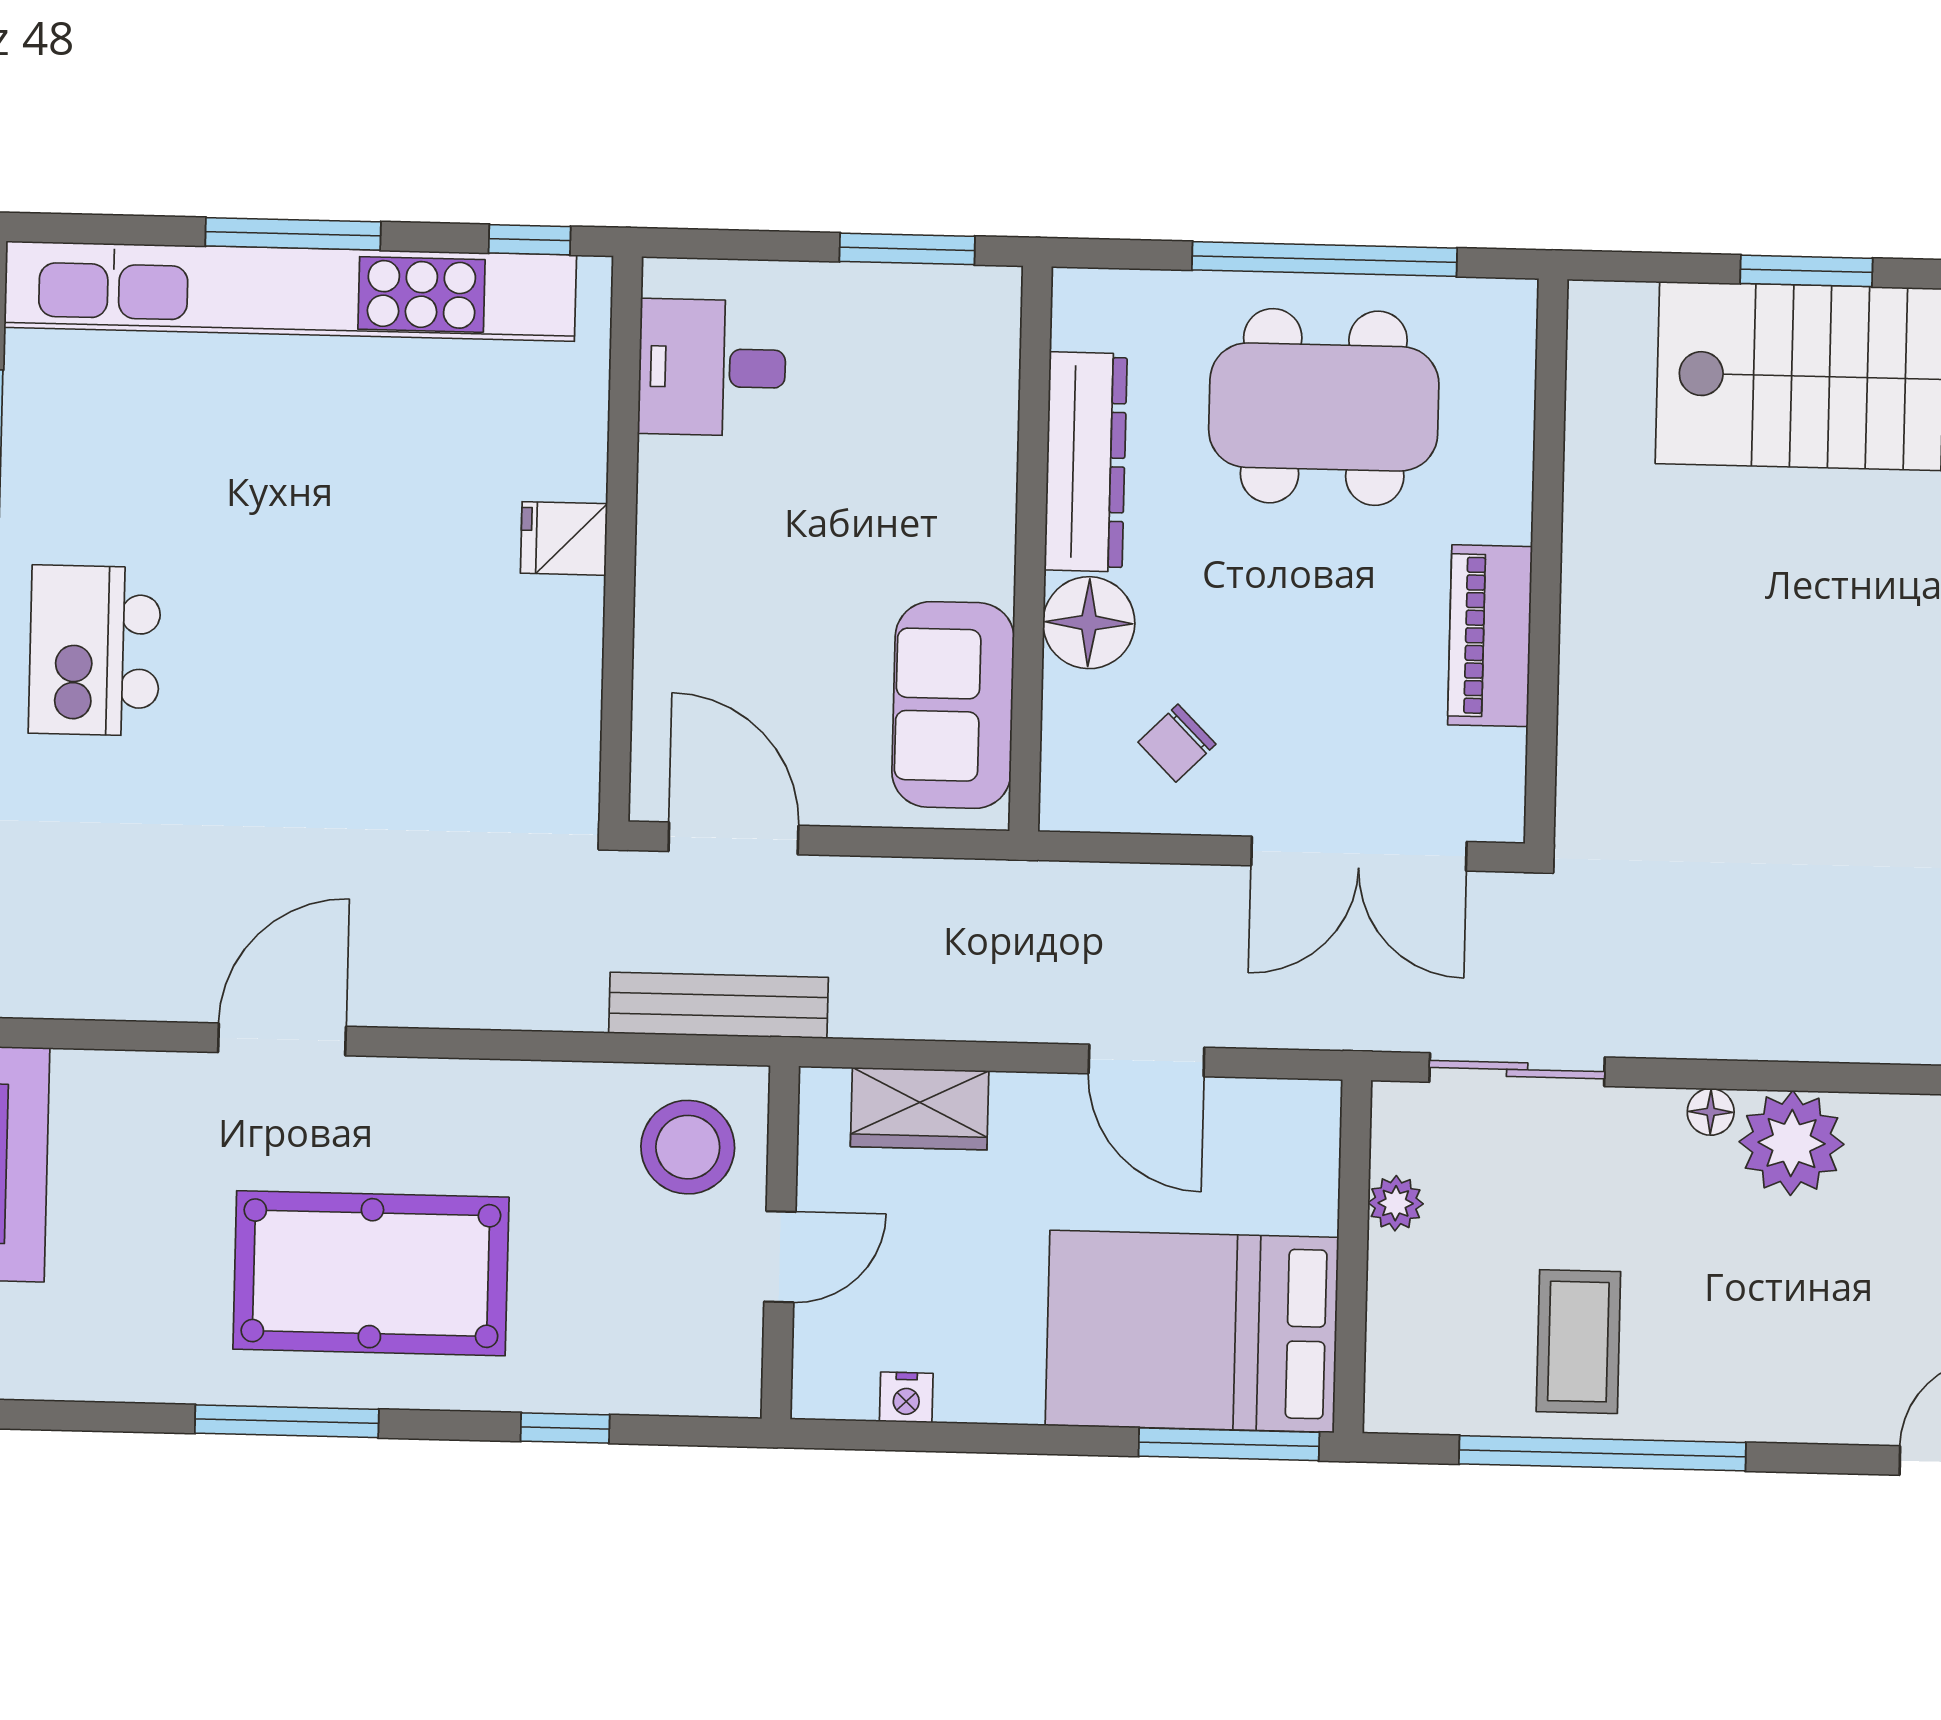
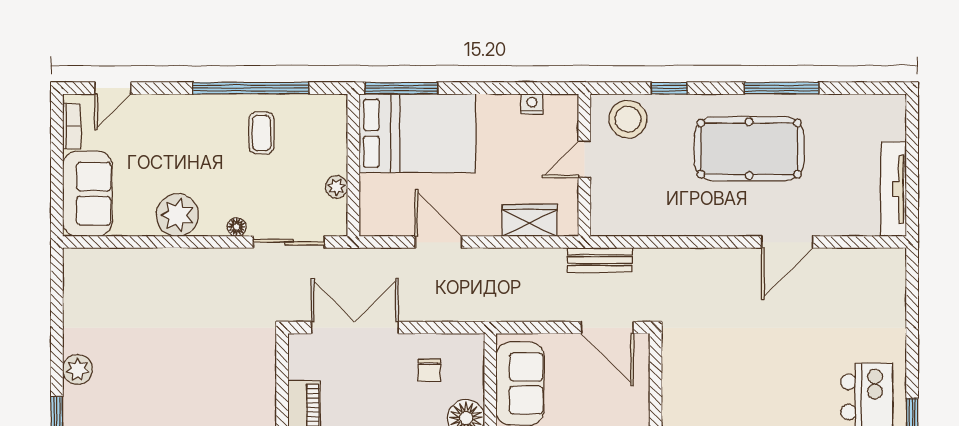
chair: (1177, 743) -> (429, 370), turned 135
bench: (719, 1005) -> (600, 260), width x0.73
floor lamp: (1711, 1112) -> (237, 227), moved
stool: (688, 1147) -> (628, 119), moved
coffee table: (1578, 1342) -> (261, 133), width x0.73, depth x0.77

